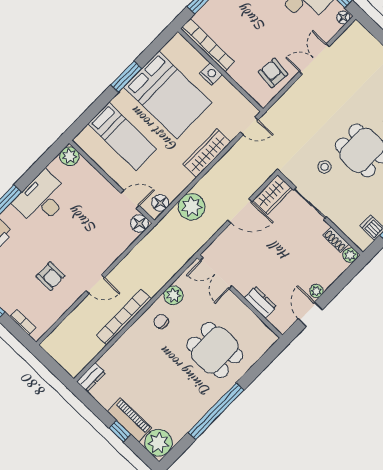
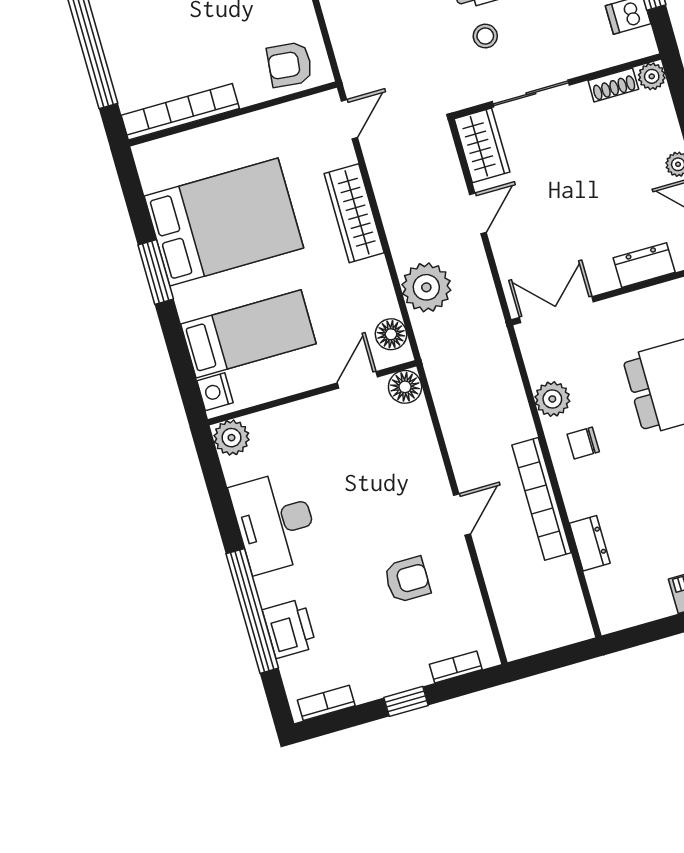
armchair: (273, 73) -> (290, 65), moved
nightstand: (211, 74) -> (215, 392), moved, turned -90
door: (240, 211) -> (478, 213), width x0.73
double door: (216, 273) -> (556, 310), swing flipped
dresser: (91, 377) -> (590, 543), moved

